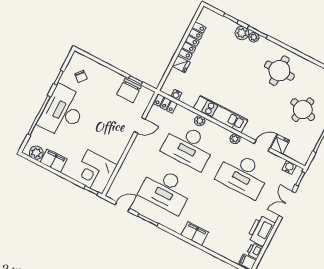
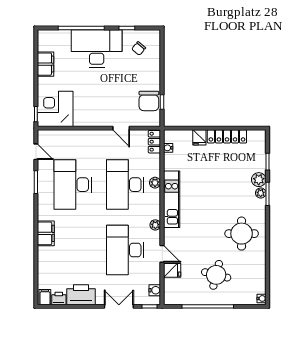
chair: (129, 91) -> (149, 101), turned -90
plant: (36, 153) -> (45, 44), removed

